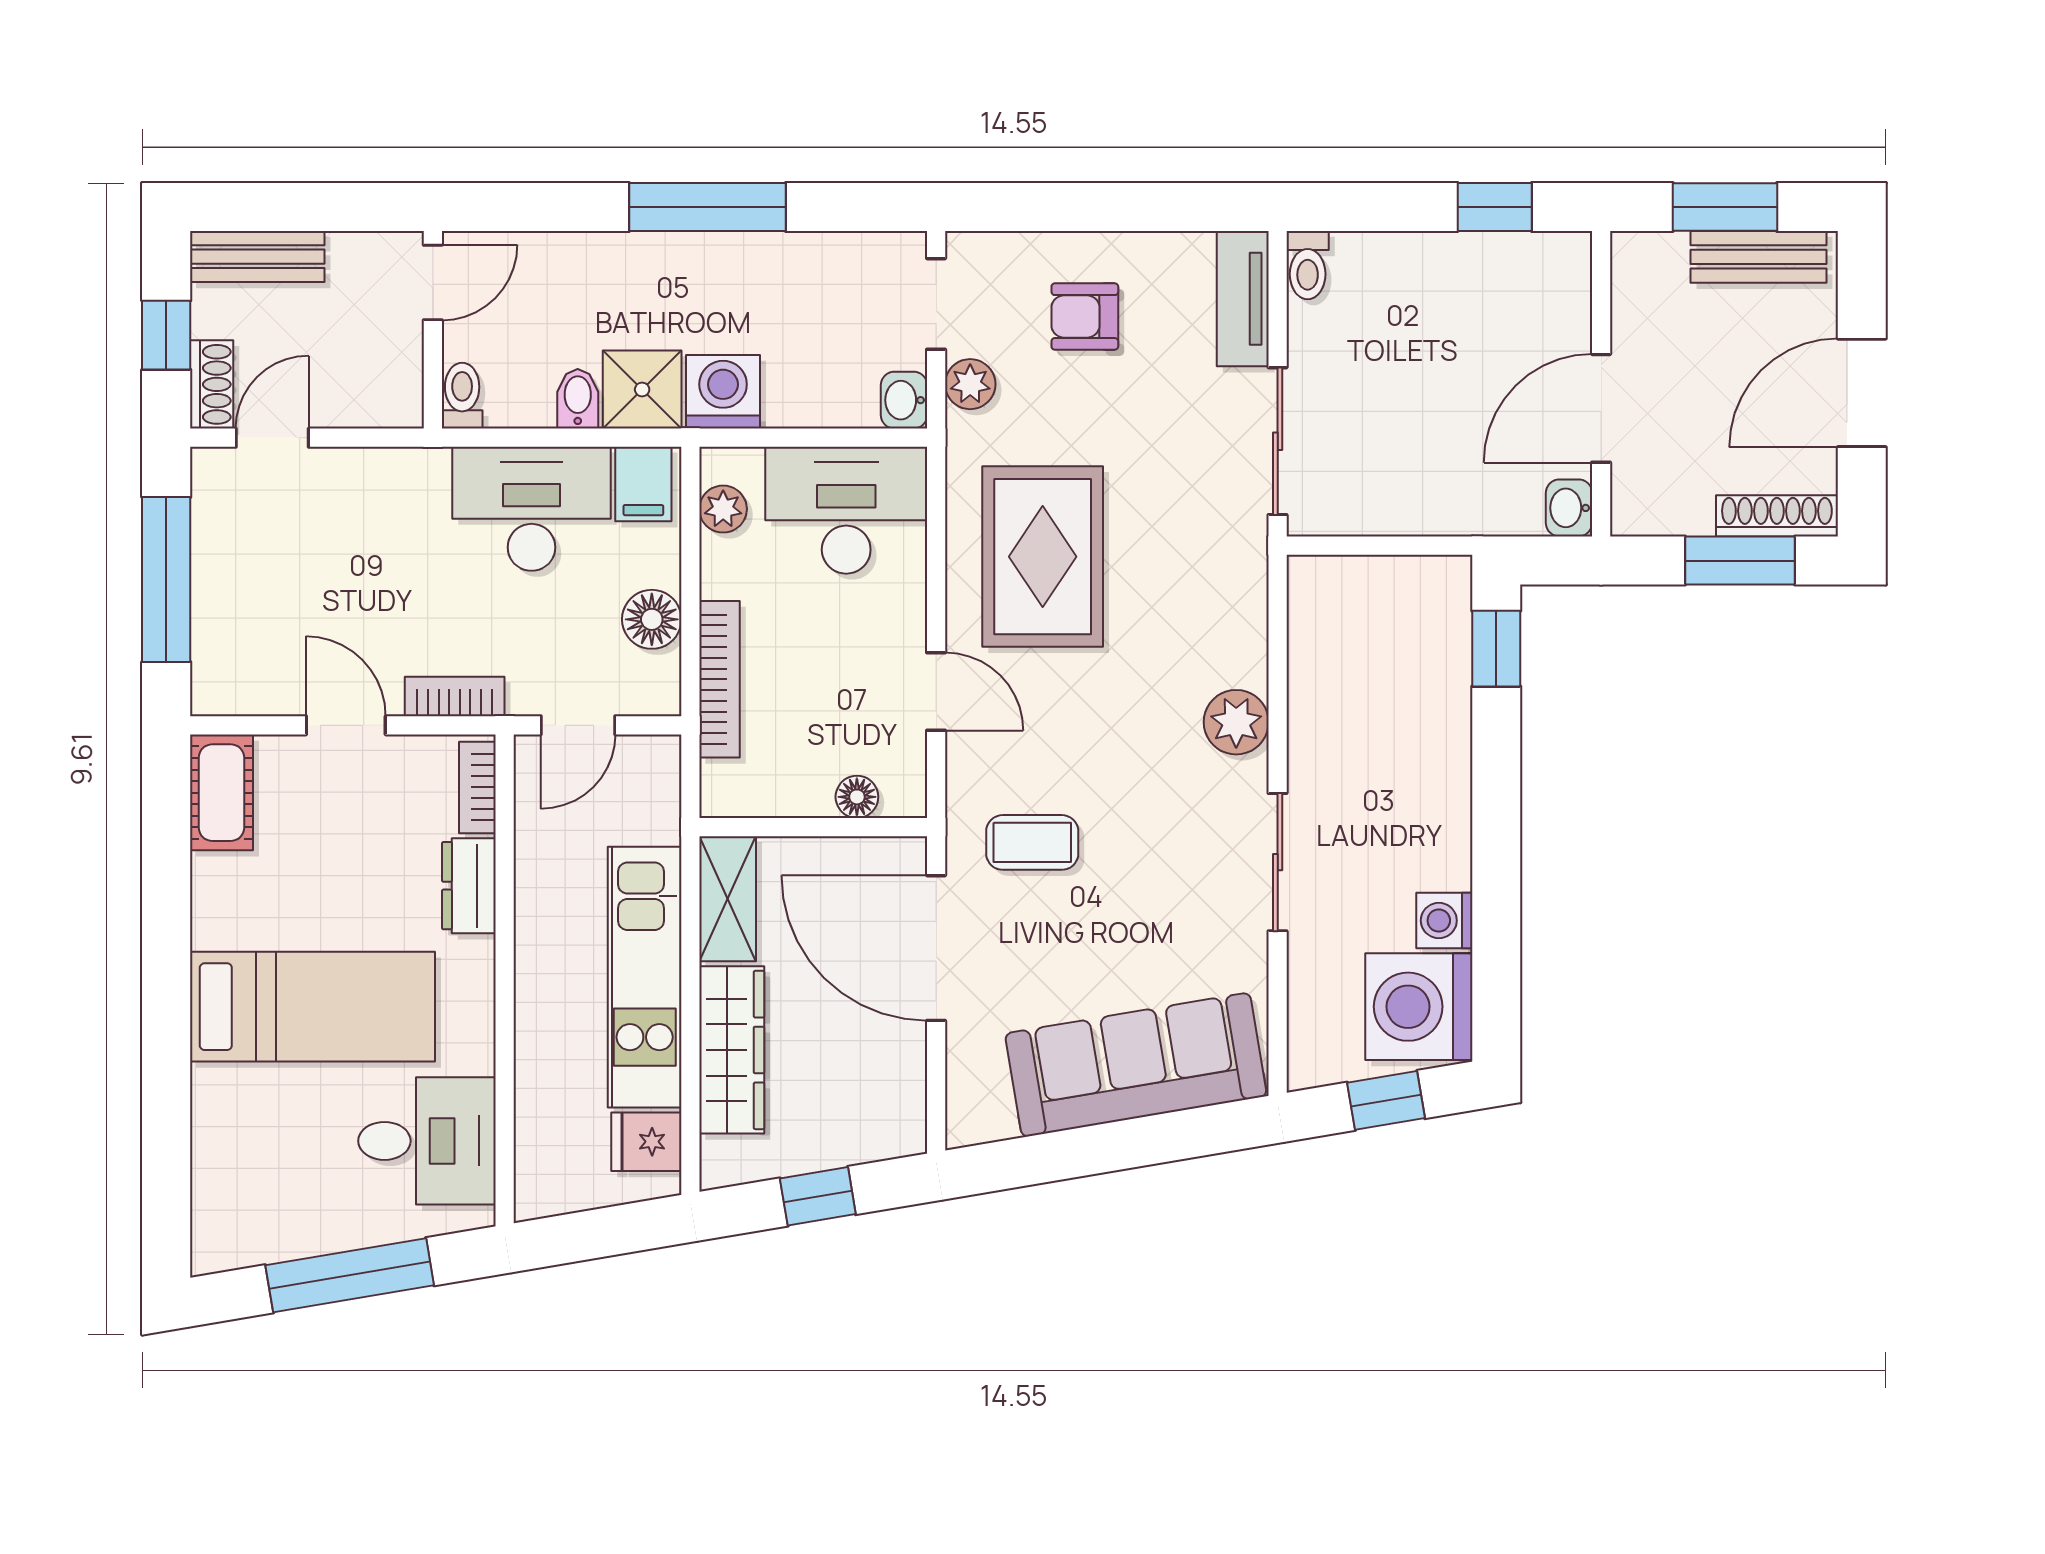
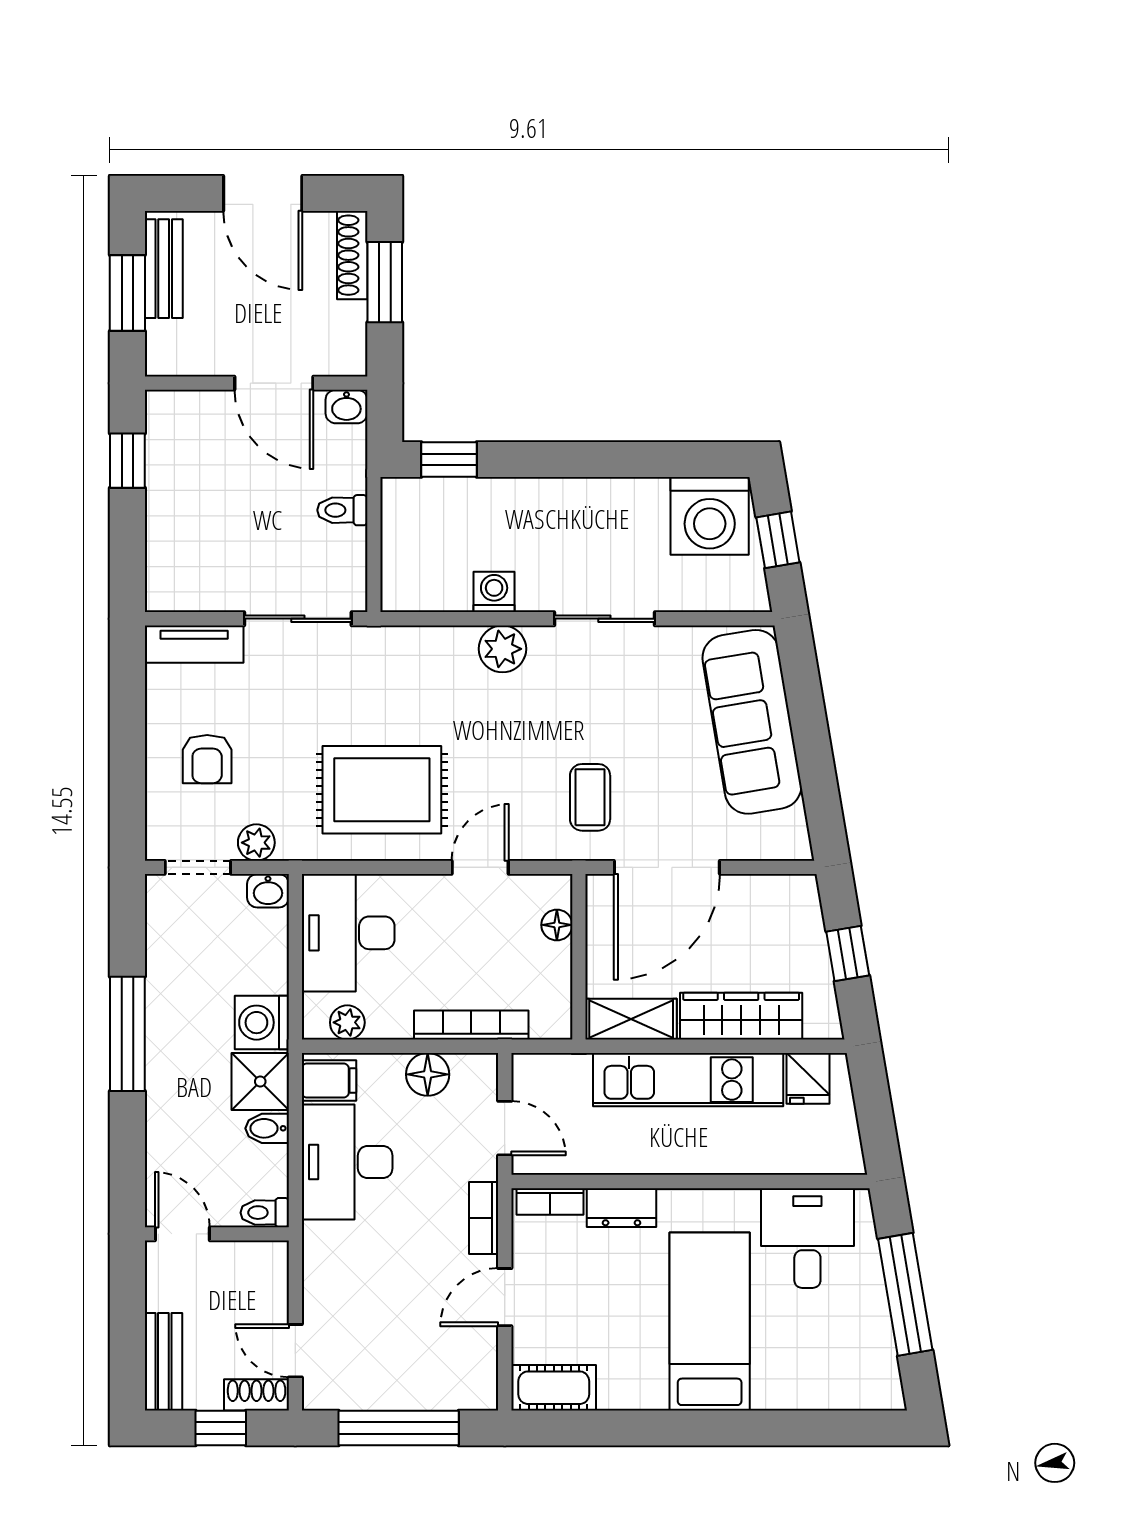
toilet: (1308, 265) -> (342, 510), moved, turned 180
washing machine: (1444, 921) -> (494, 592), moved, turned 180

